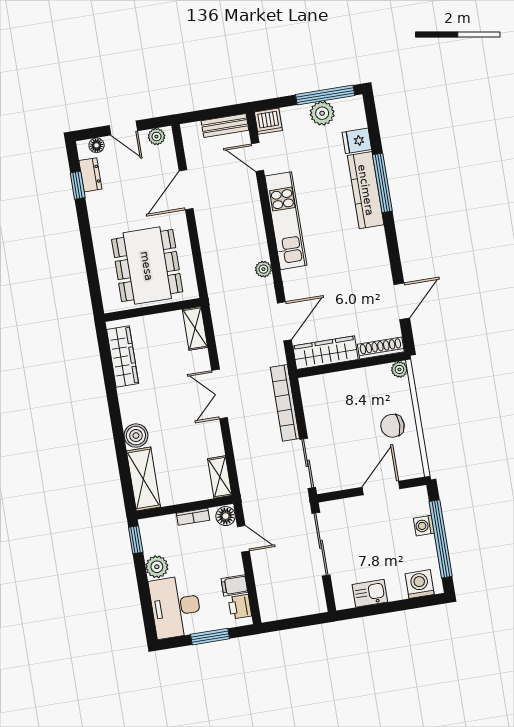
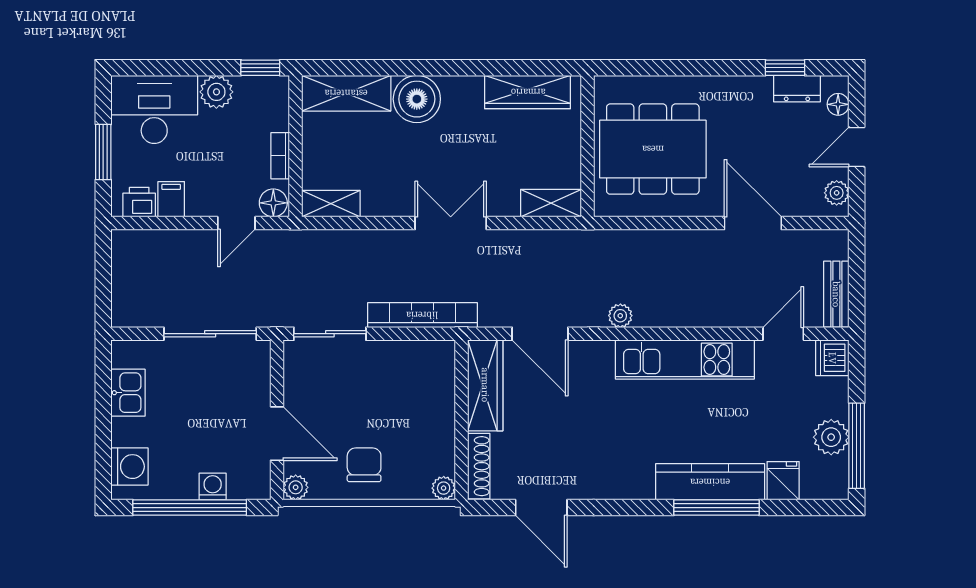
boiler: (136, 436) -> (417, 99), width x1.37, depth x1.37
plant: (415, 469) -> (296, 487), added

